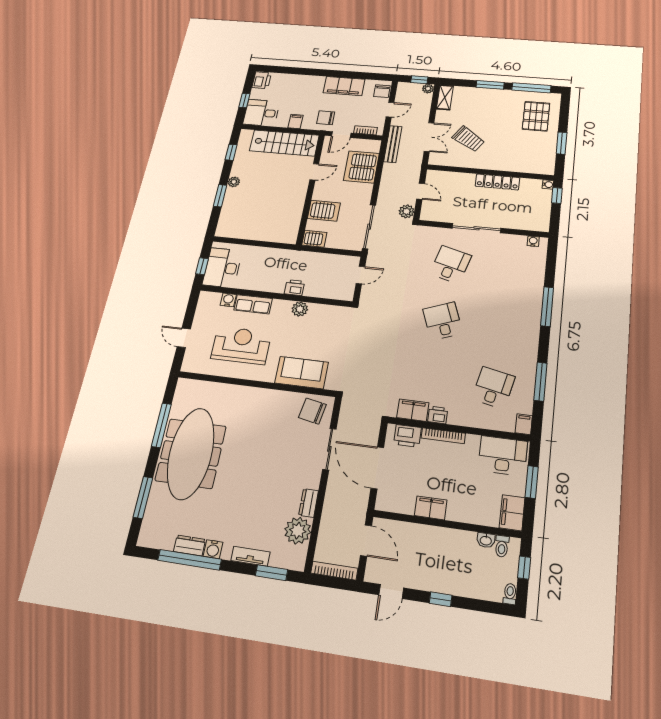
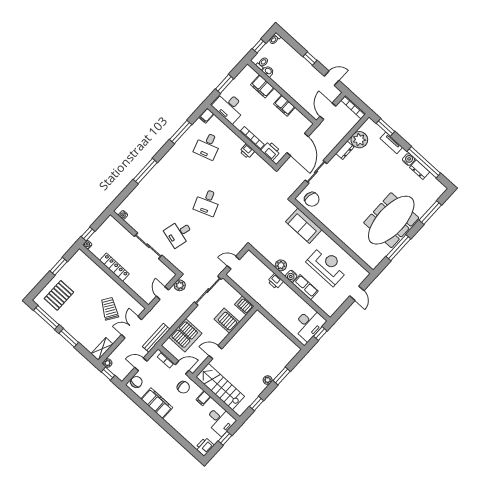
water cooler: (228, 300) -> (291, 276), moved
reception desk: (241, 345) -> (327, 266), turned 180
desk: (493, 388) -> (208, 146), turned -30
filing cabinet: (413, 410) -> (258, 163), removed
filing cabinet: (512, 513) -> (262, 86), moved, turned 90

